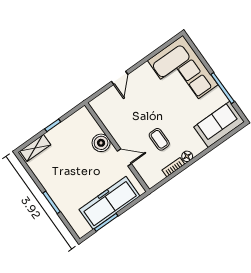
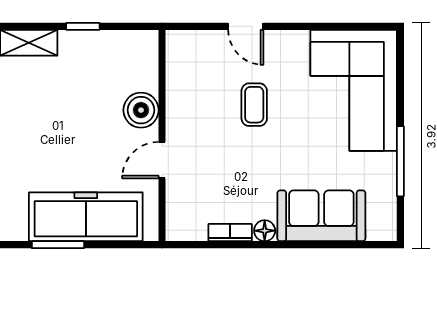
door: (120, 78) -> (246, 26), hinge flipped
sofa: (219, 124) -> (321, 216), moved
coffee table: (159, 139) -> (254, 105), moved
door: (124, 157) -> (162, 160), swing flipped

